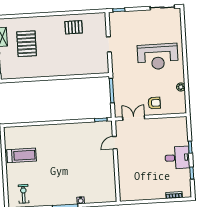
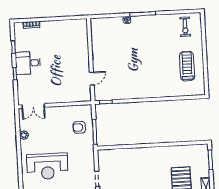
reception desk: (158, 57) -> (47, 166), turned 180
armchair: (154, 103) -> (79, 127), moved
double door: (134, 118) -> (33, 106), moved
treadmill: (22, 155) -> (187, 66), turned 90

